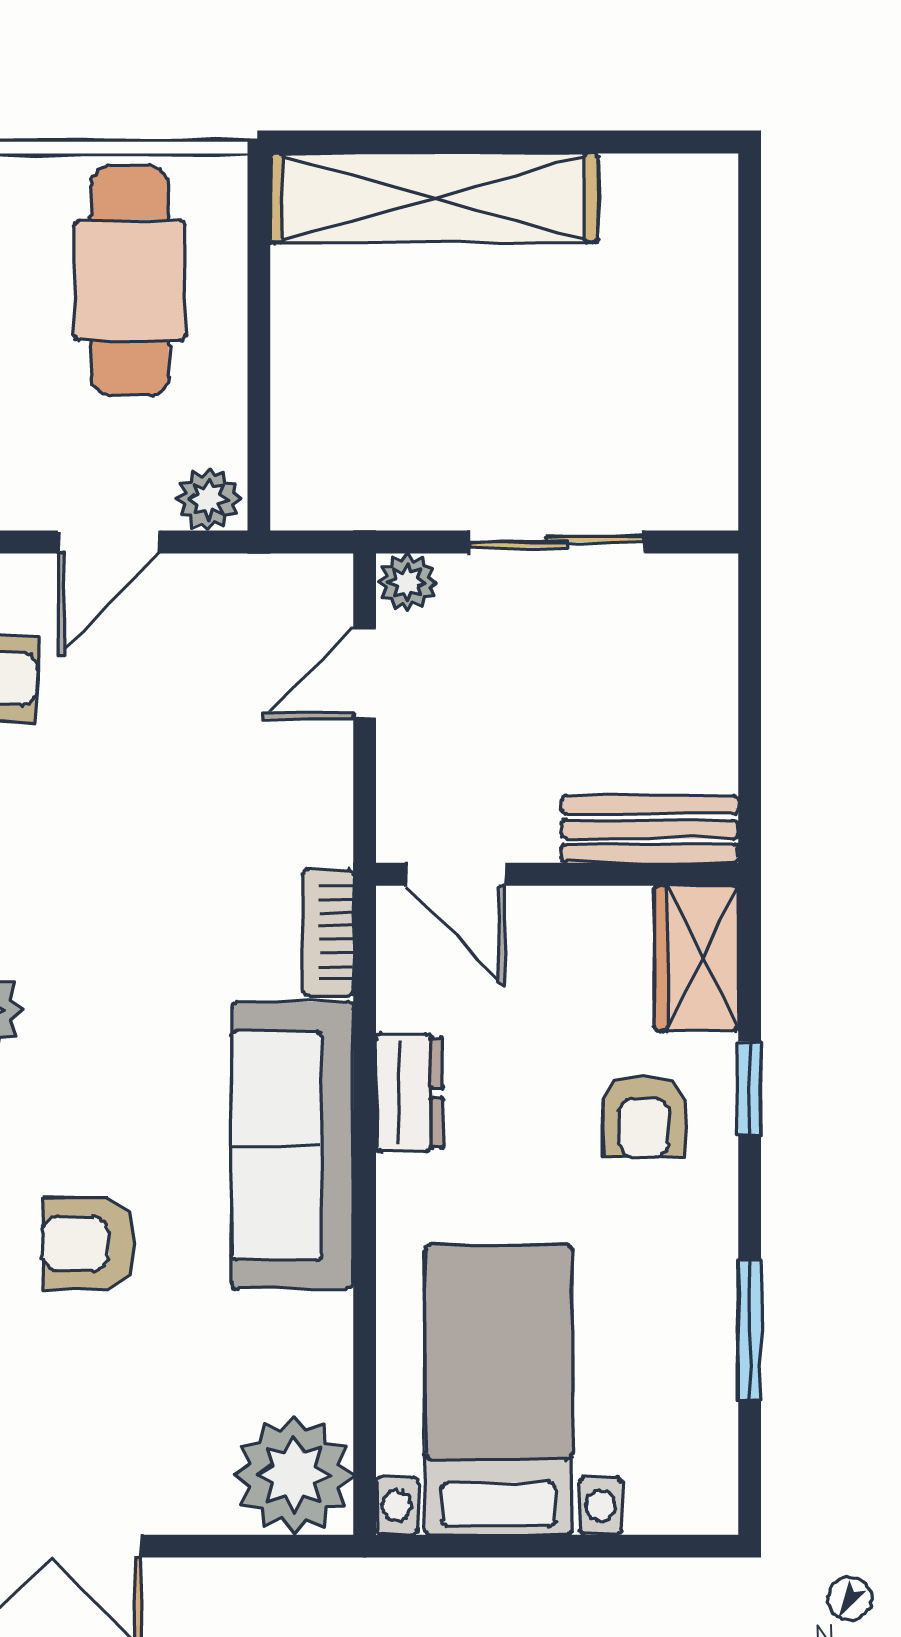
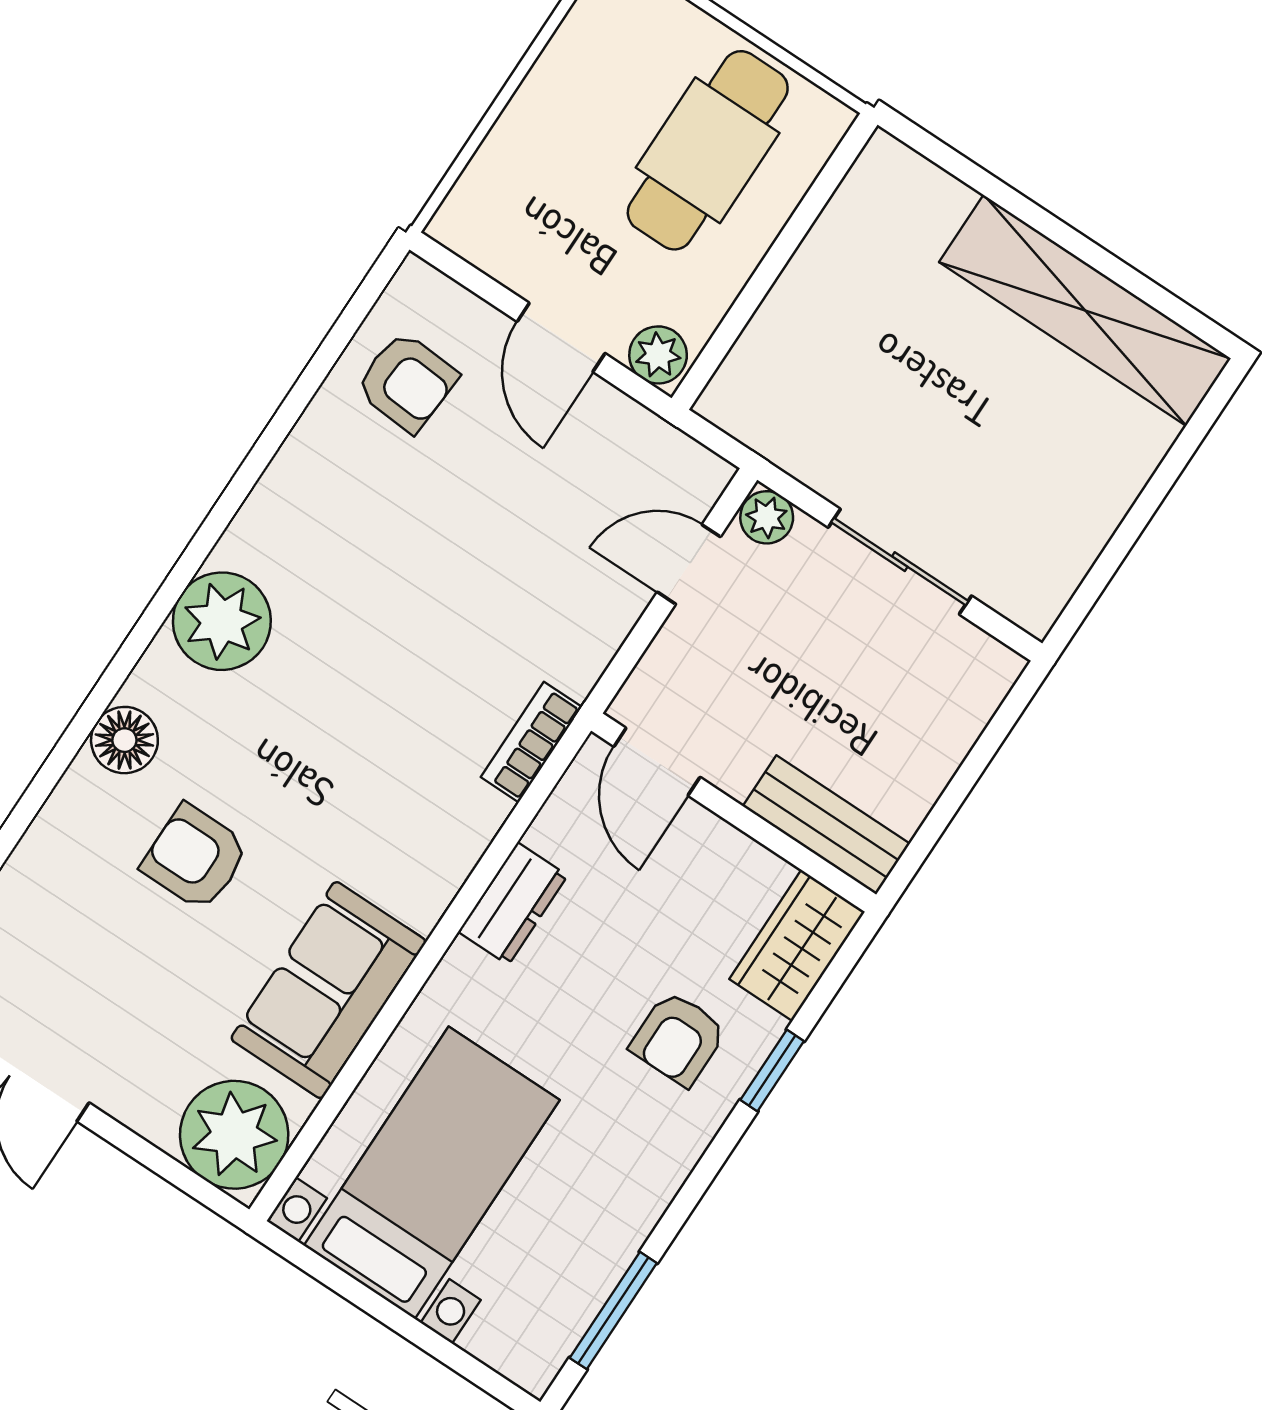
shelving: (434, 198) -> (1085, 310), moved
door: (109, 542) -> (561, 337), hinge flipped
sofa: (292, 1145) -> (329, 990), moved, width x0.73
window: (750, 1330) -> (613, 1310), moved

